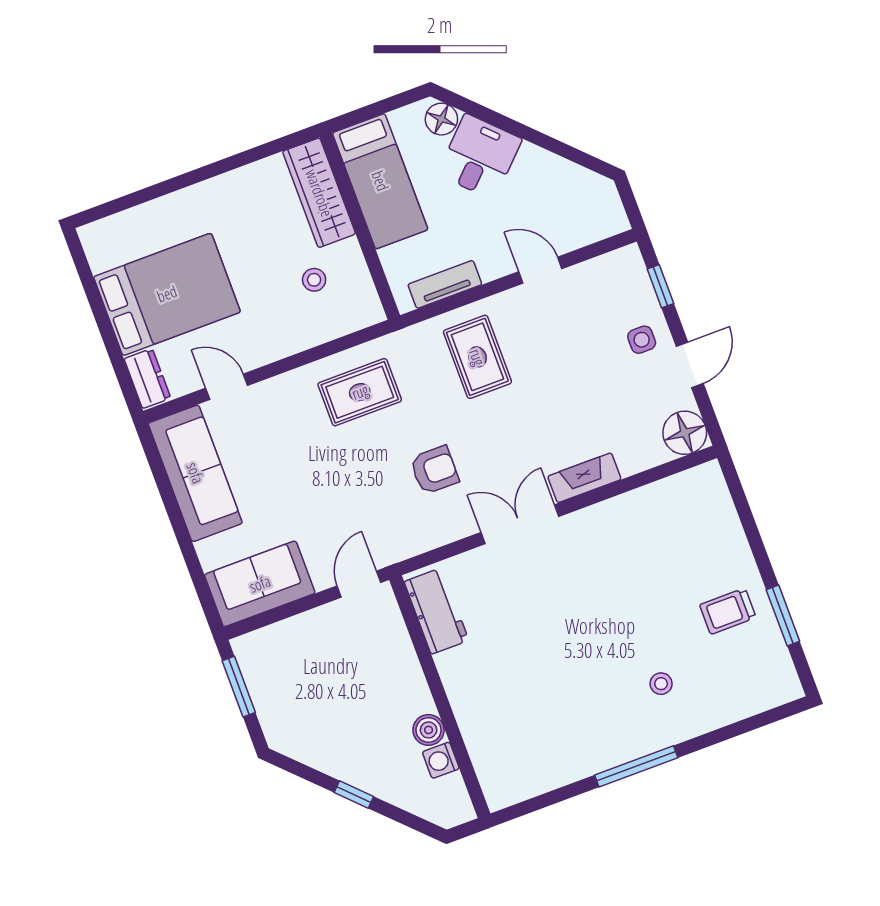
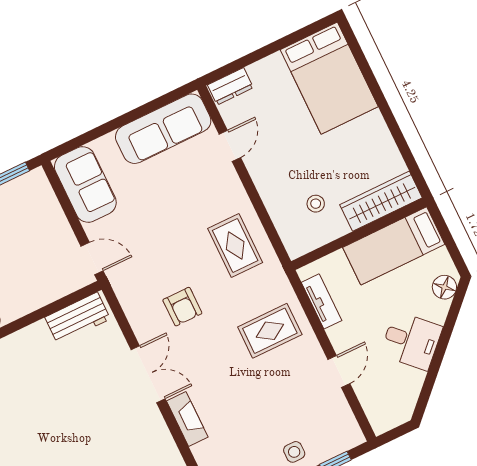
desk: (480, 157) -> (411, 341), moved
bed: (167, 294) -> (329, 78), moved

